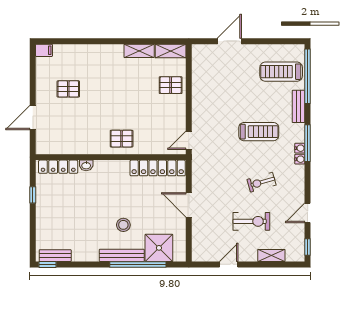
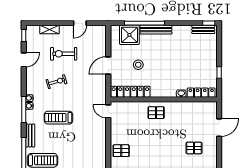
door: (189, 140) -> (108, 111), swing flipped
door: (189, 205) -> (108, 65), swing flipped
stool: (123, 225) -> (138, 65), moved

